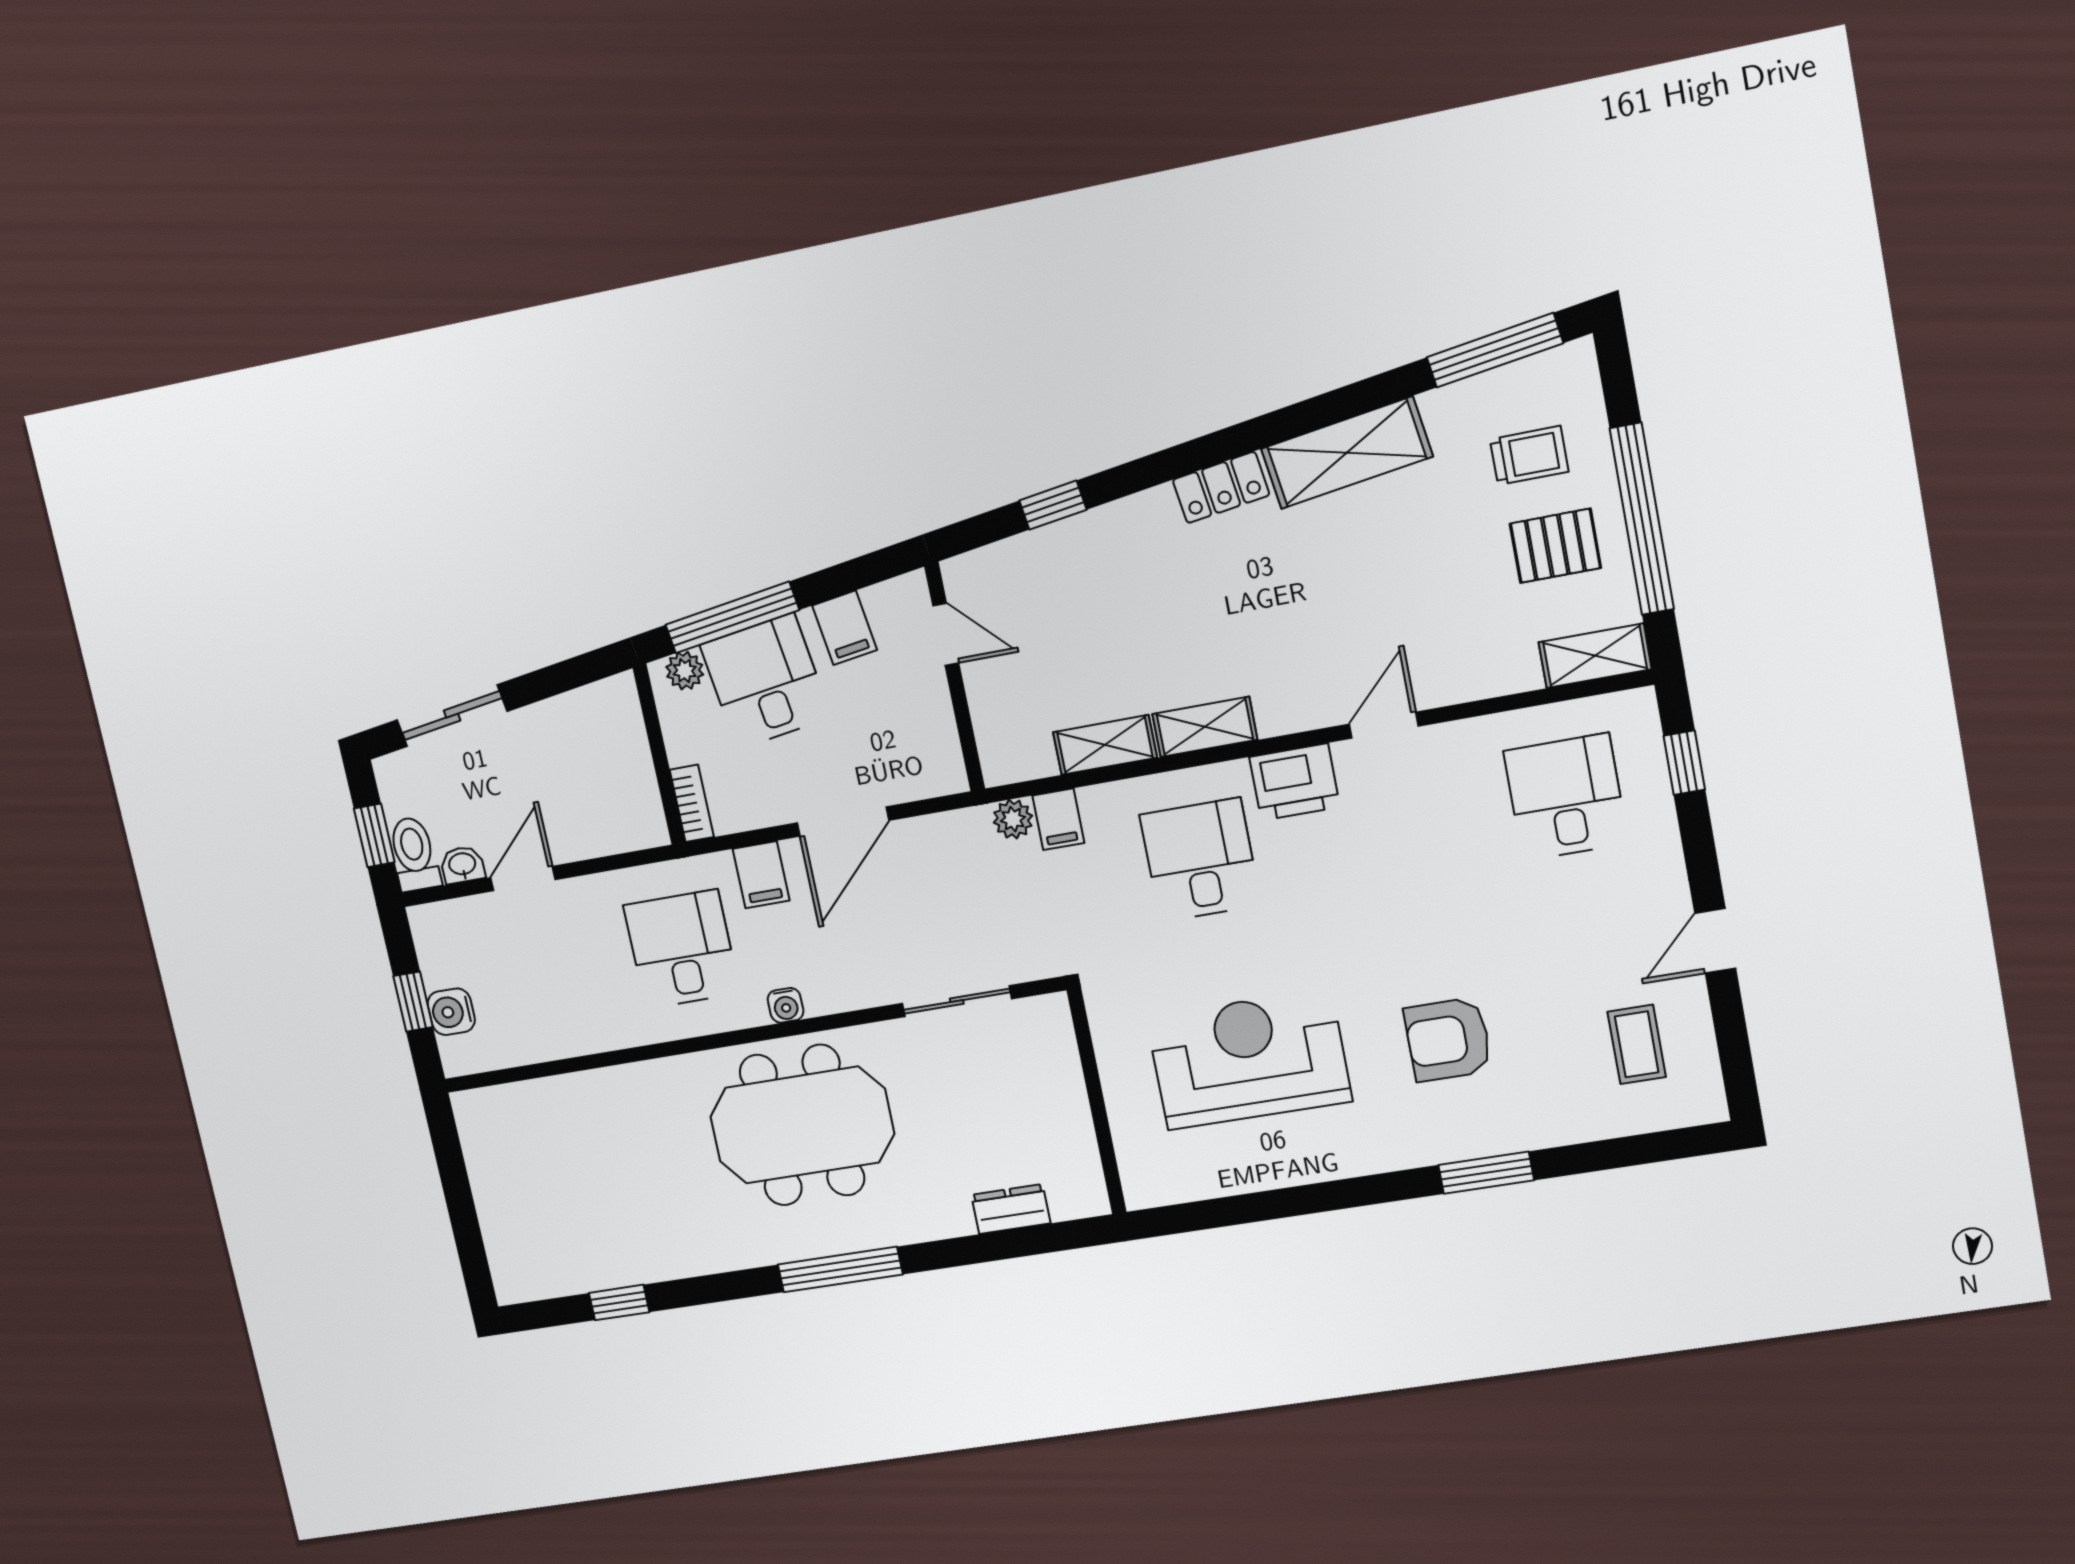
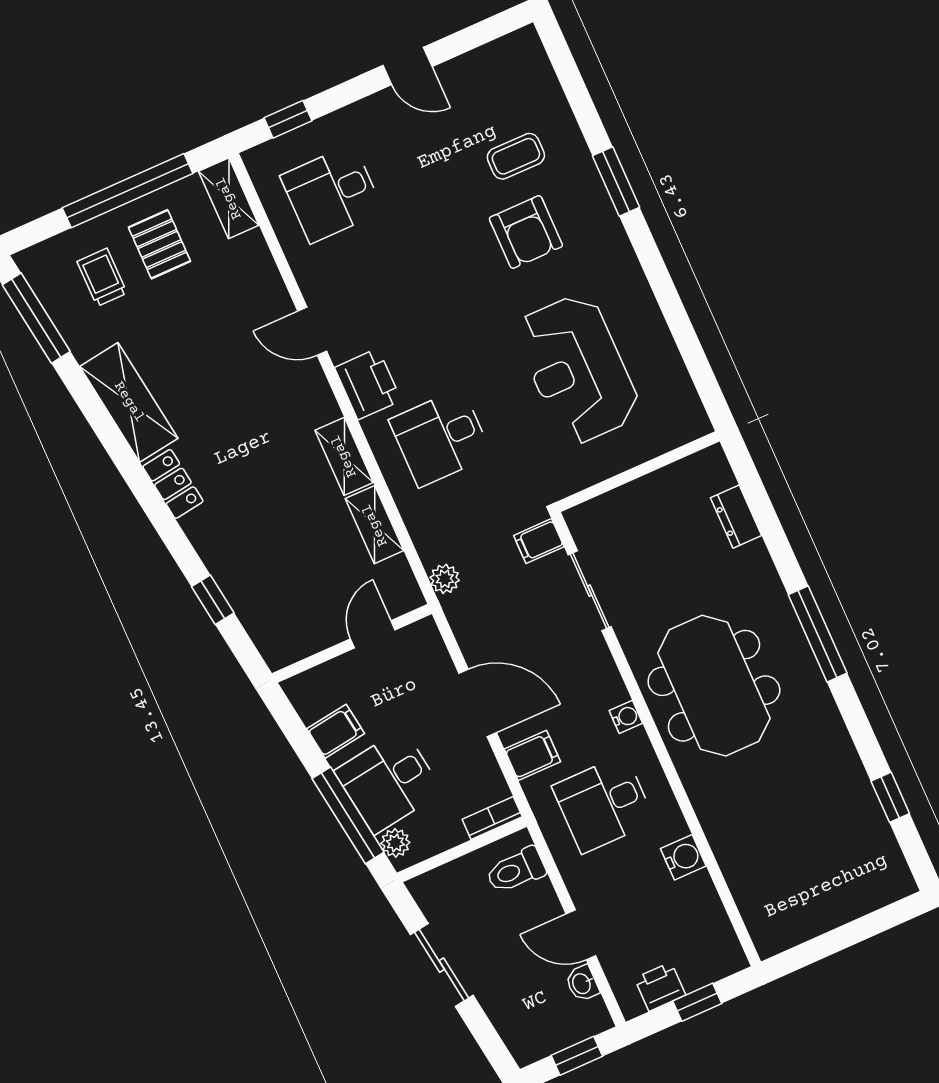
door: (946, 634) -> (373, 634), moved
sliding door: (452, 716) -> (442, 965), moved
filing cabinet: (1058, 819) -> (539, 541), moved, turned 180
toilet: (414, 854) -> (516, 870), moved
printer: (441, 961) -> (660, 987), added
water cooler: (451, 1012) -> (683, 857), moved, turned -90
coffee table: (1637, 1044) -> (516, 156), moved

